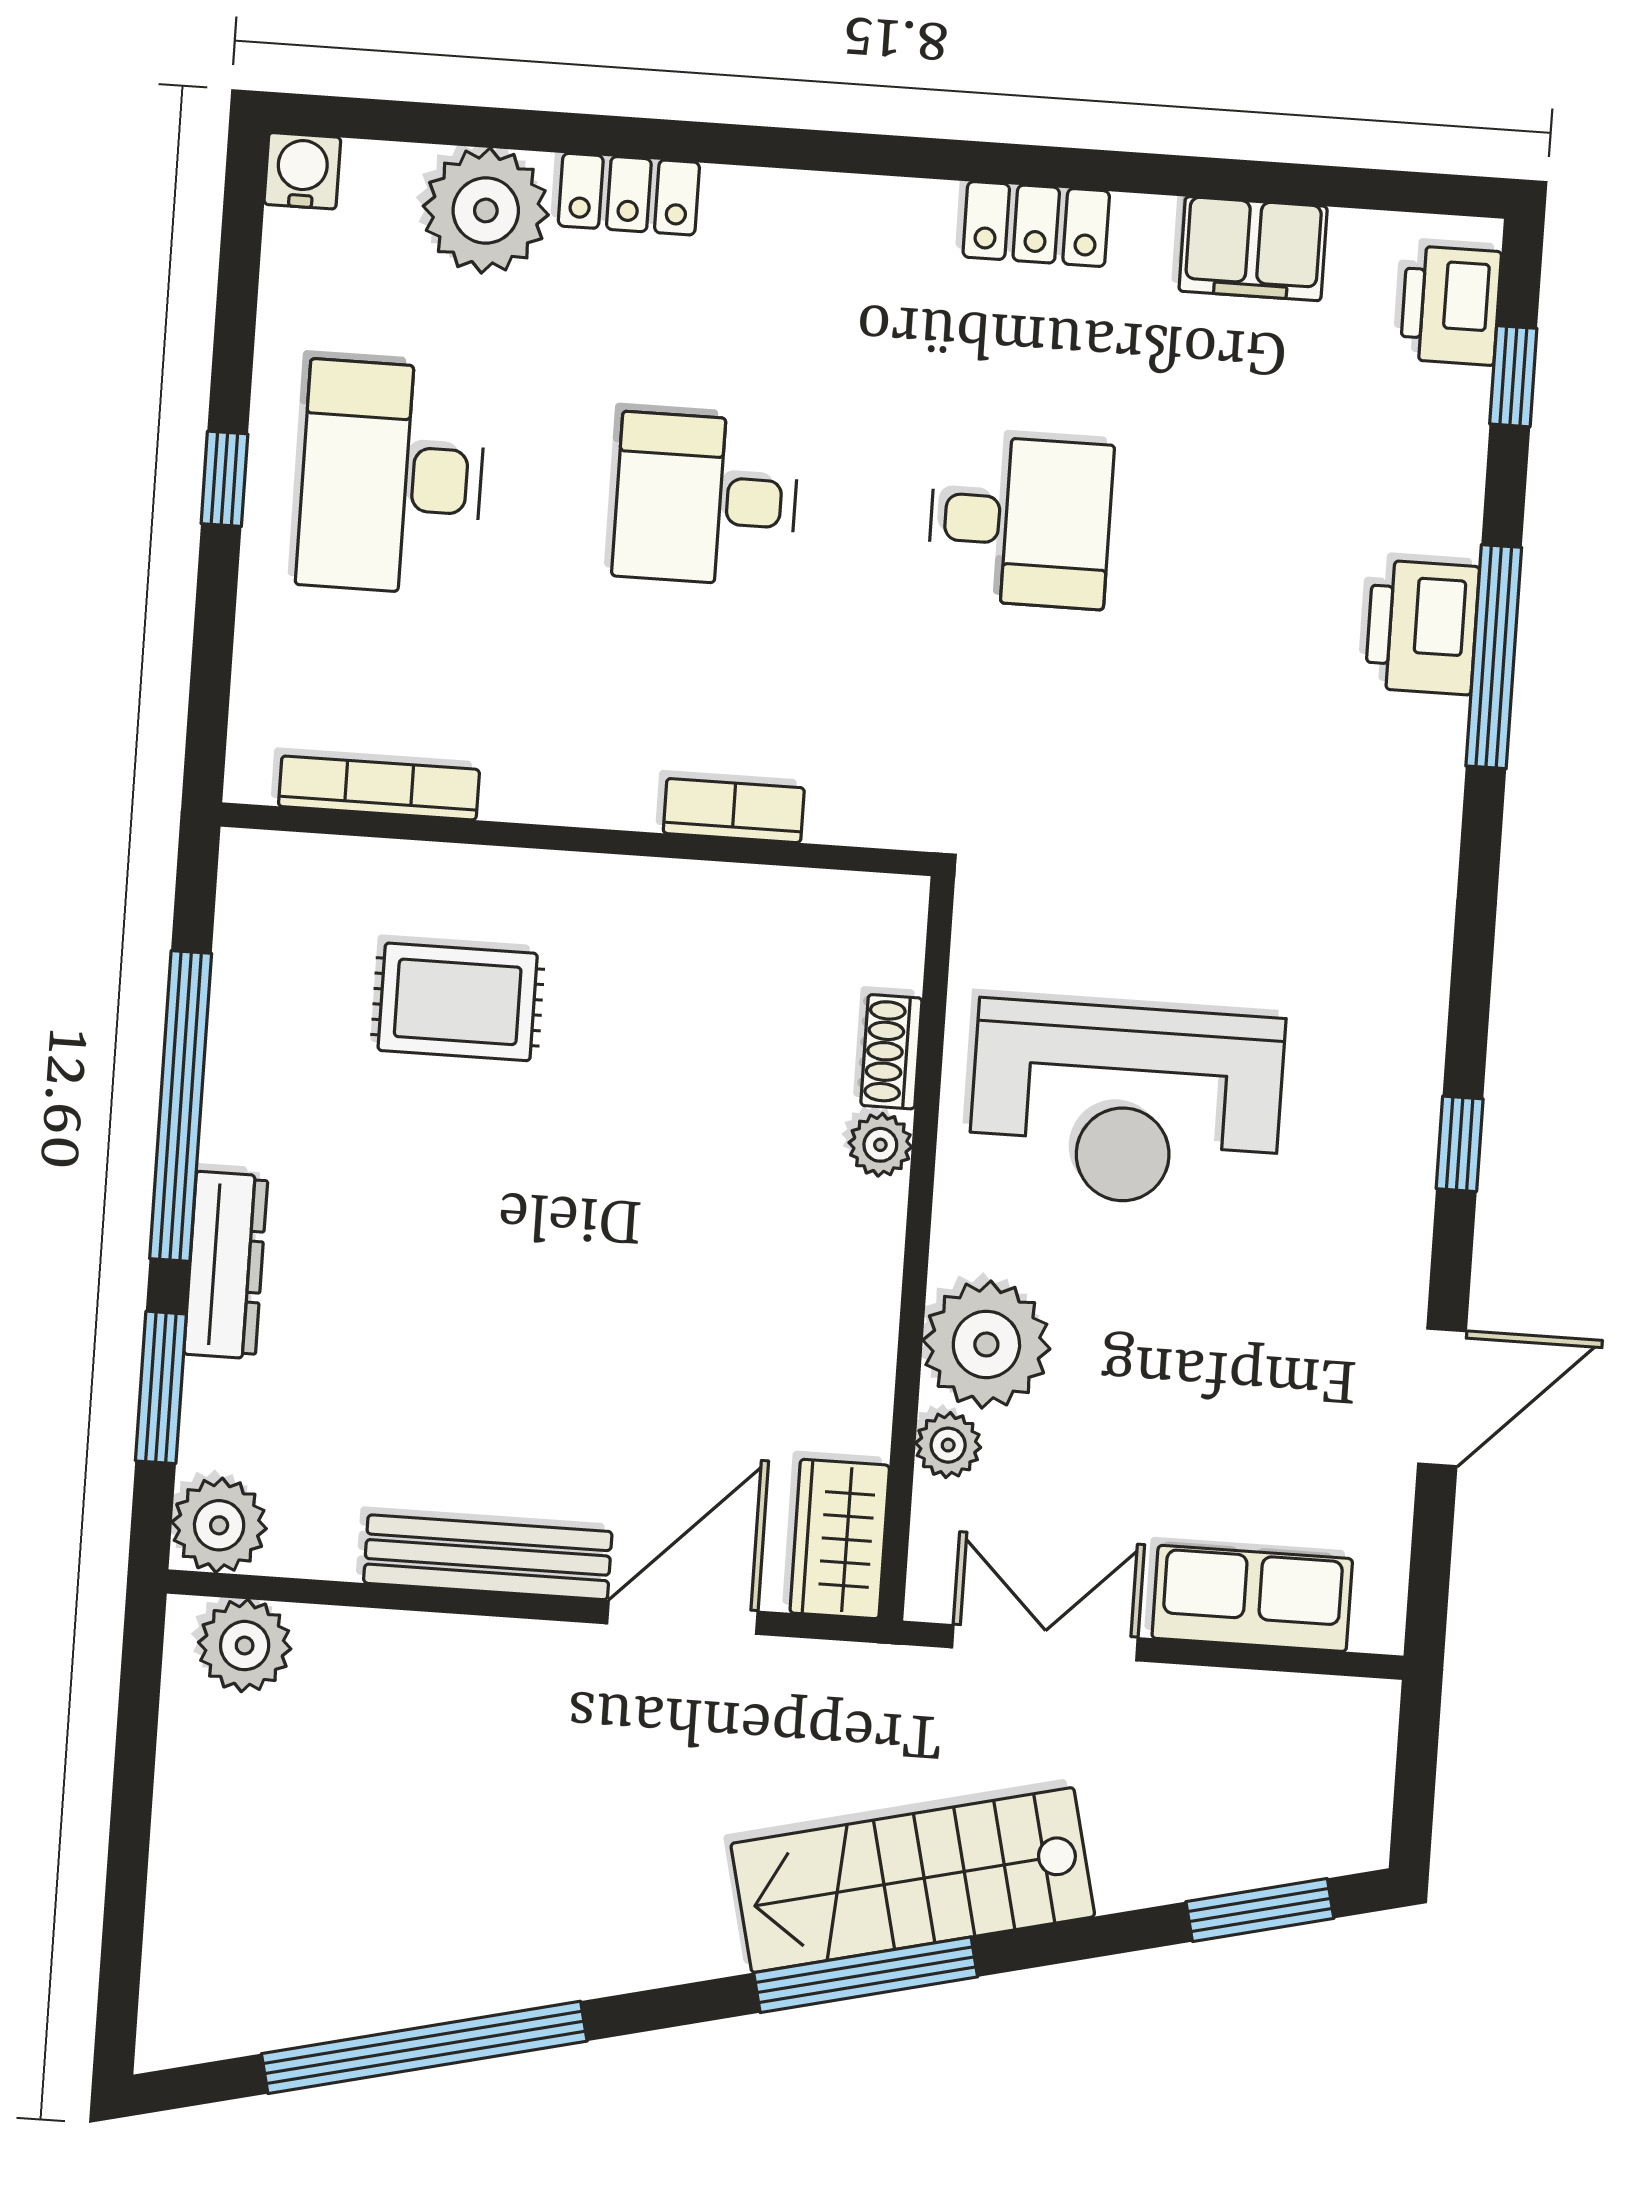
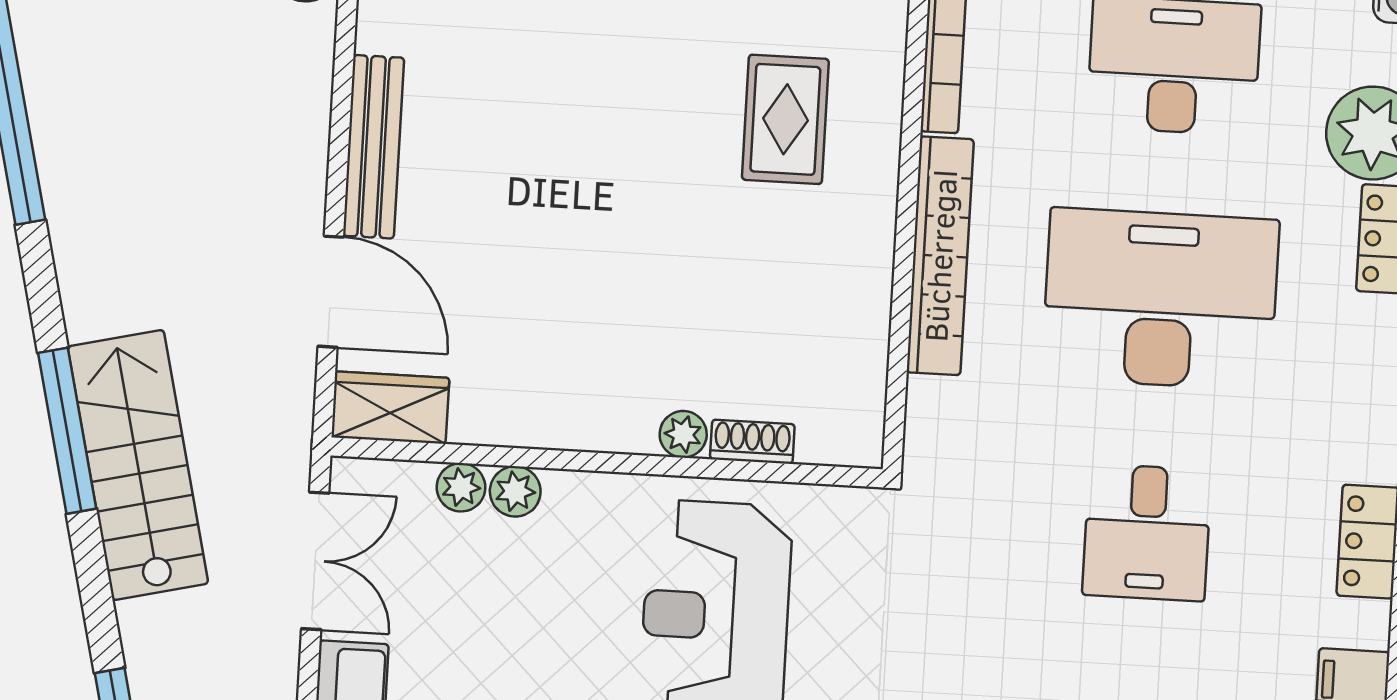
desk: (706, 500) -> (1160, 299), width x1.87, depth x1.30
bookcase: (734, 811) -> (940, 256), width x2.31, depth x1.31
plant: (986, 1344) -> (515, 491), width x0.53, depth x0.53

